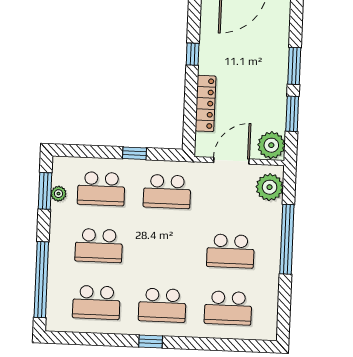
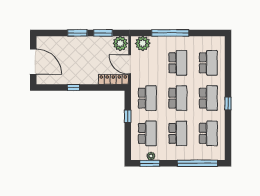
locker: (206, 103) -> (113, 79), moved
school desk: (165, 248) -> (178, 98), added

